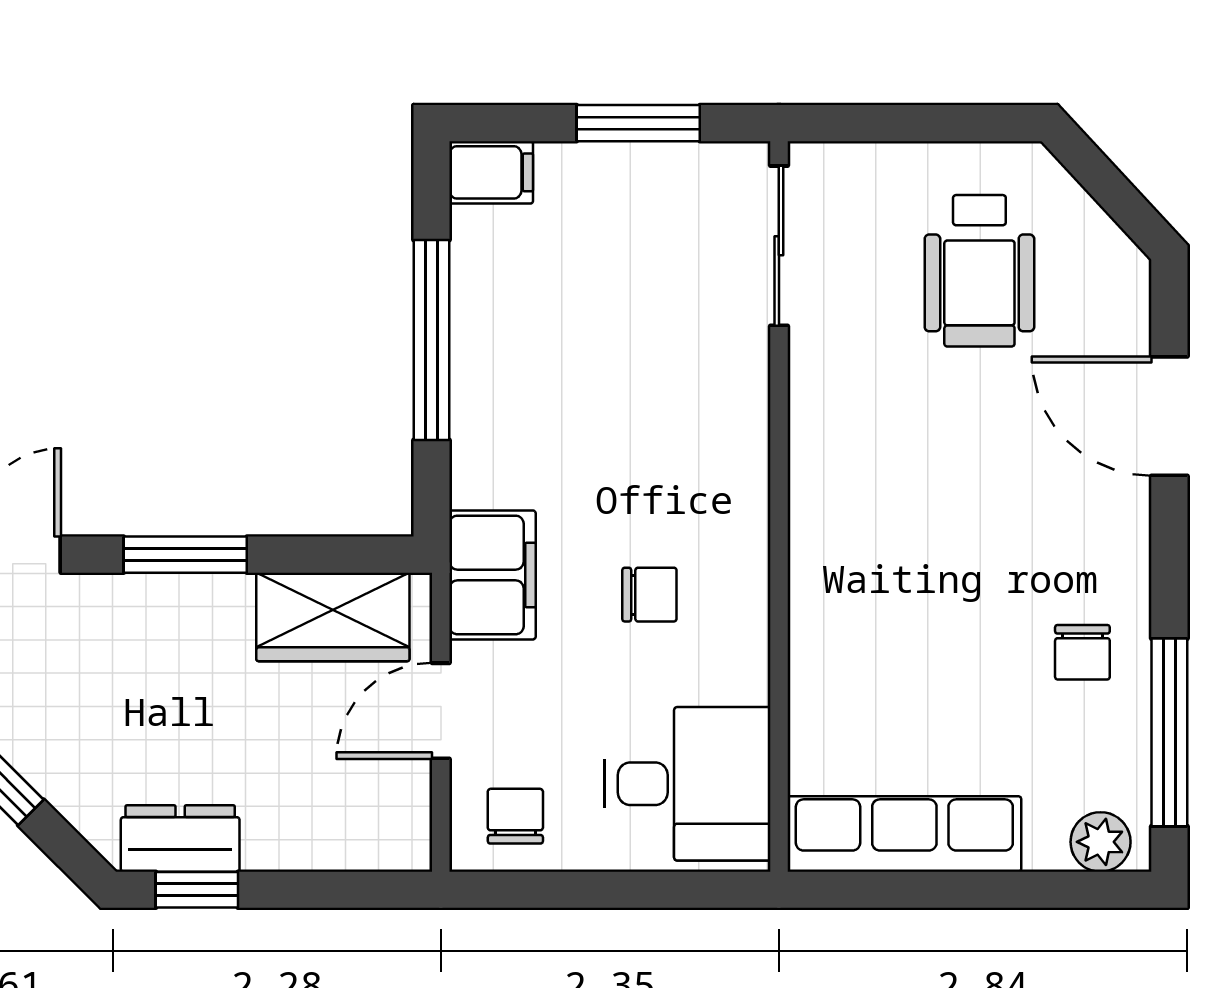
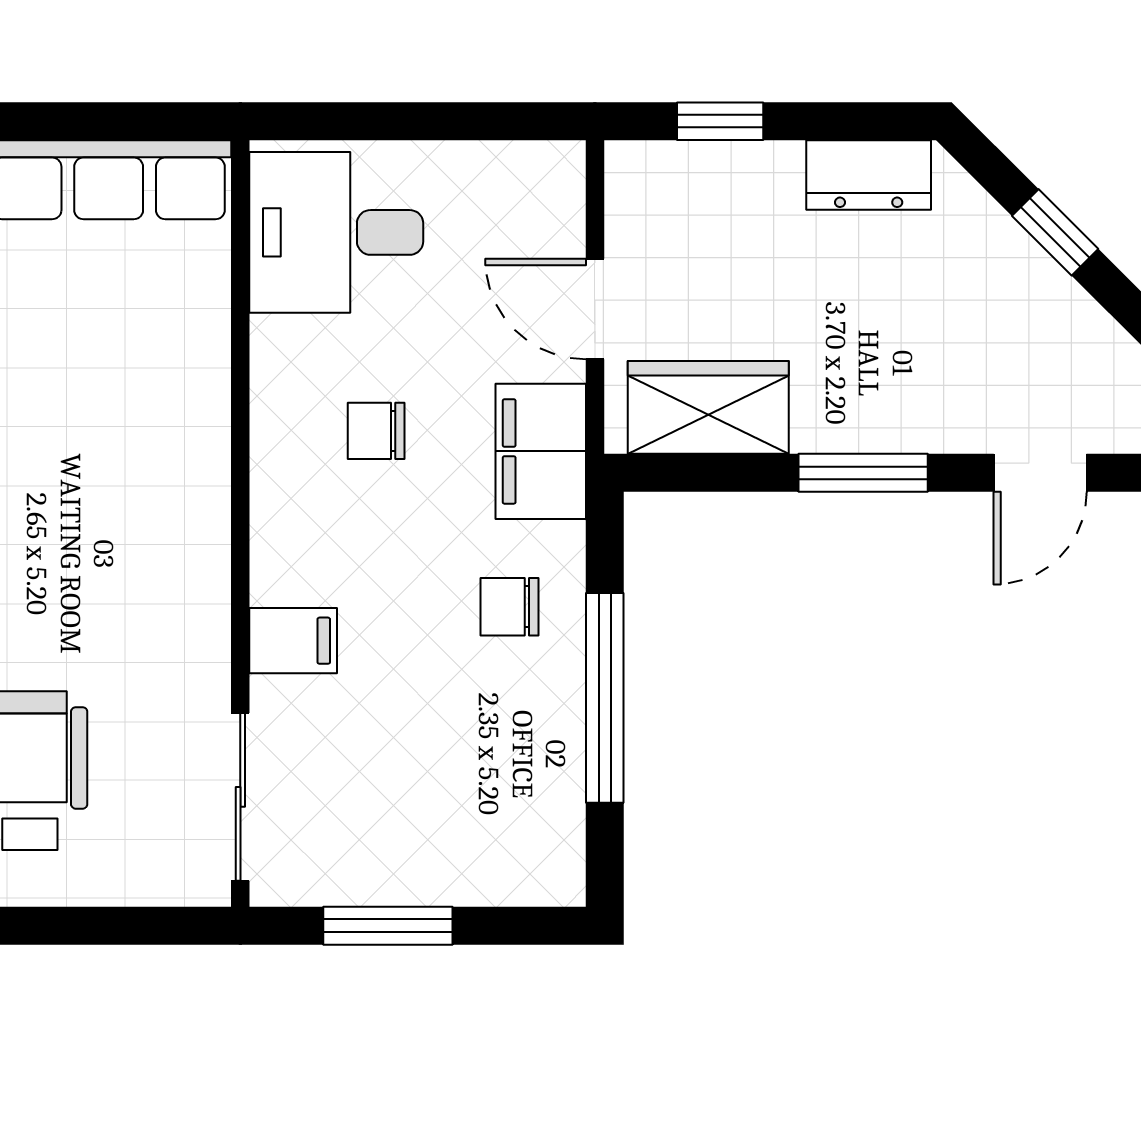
filing cabinet: (491, 172) -> (293, 641), moved, turned 180
door: (441, 711) -> (595, 309), swing flipped
chair: (515, 816) -> (510, 607), moved, turned 90
window: (197, 890) -> (720, 121), moved

